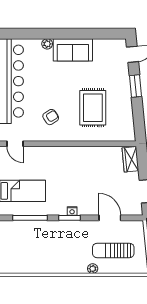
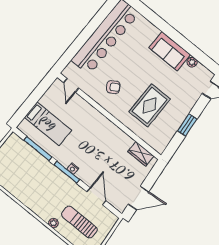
plant: (47, 44) -> (192, 62), moved
window: (135, 86) -> (187, 125), moved
wardrobe: (130, 159) -> (141, 154), moved, turned -85
window: (70, 218) -> (67, 172), width x1.44

